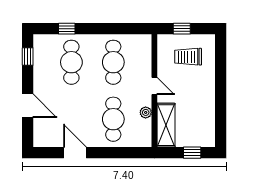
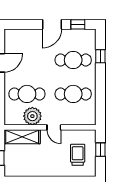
door: (154, 86) -> (54, 127), hinge flipped
door: (28, 106) -> (52, 24), moved
plant: (146, 112) -> (32, 116), width x1.88, depth x1.88

